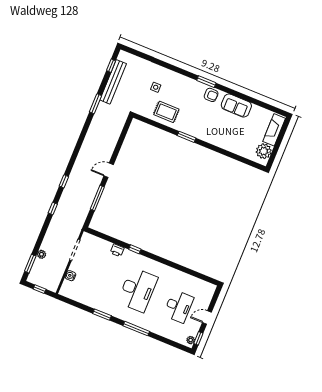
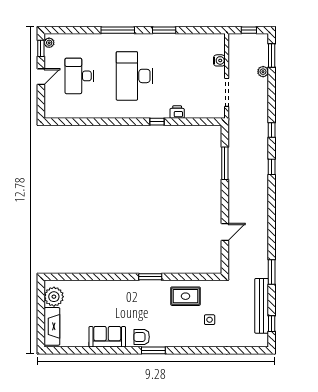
door: (109, 170) -> (225, 232), moved

